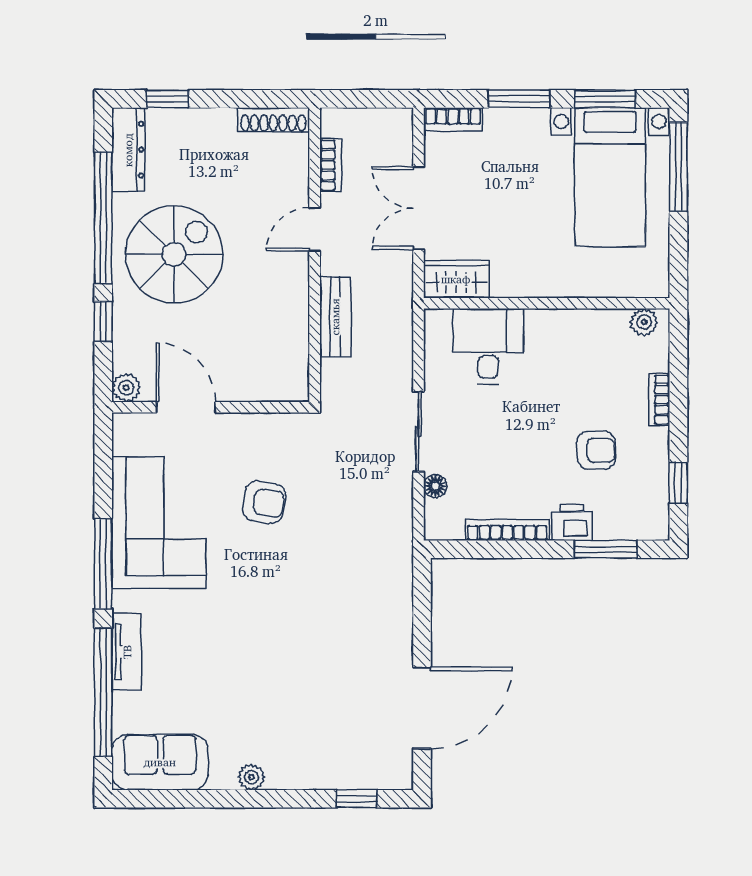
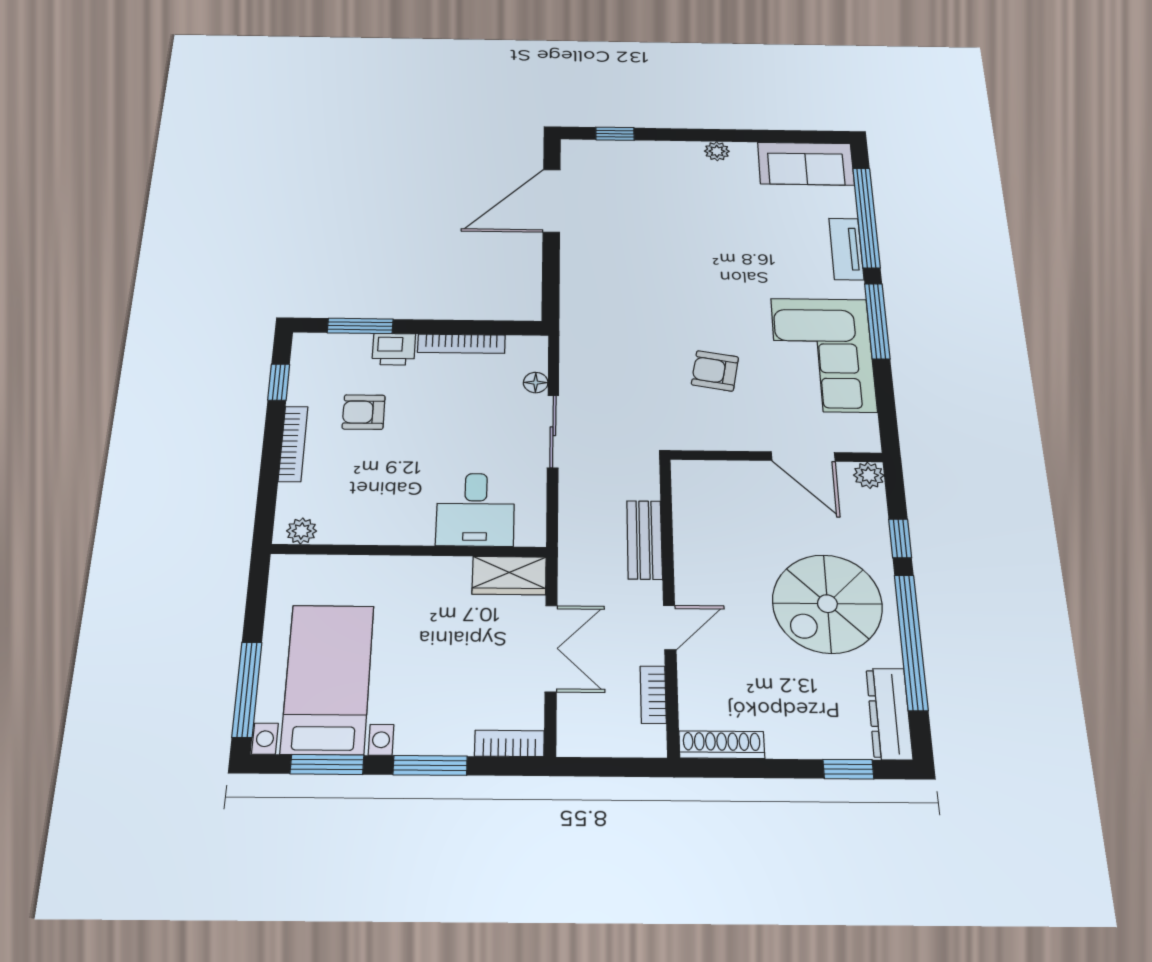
bookcase: (659, 400) -> (293, 444), width x1.56

